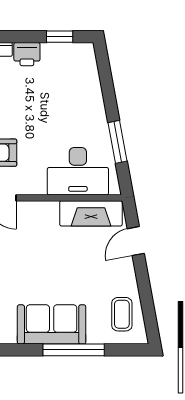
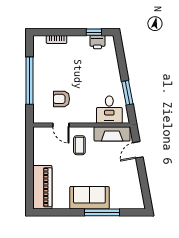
printer: (27, 54) -> (97, 42), moved
desk: (78, 171) -> (109, 110), width x0.73
coffee table: (122, 314) -> (79, 145), moved

